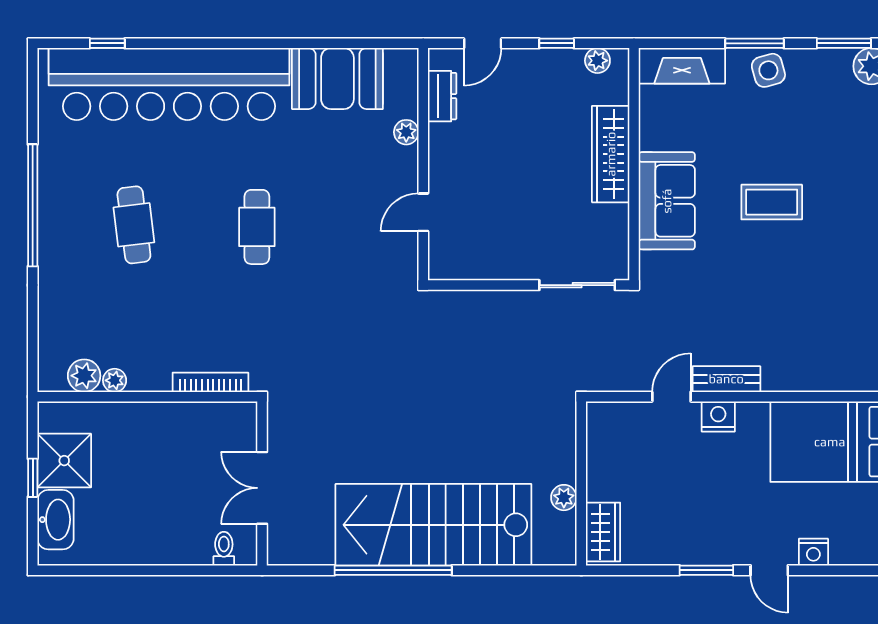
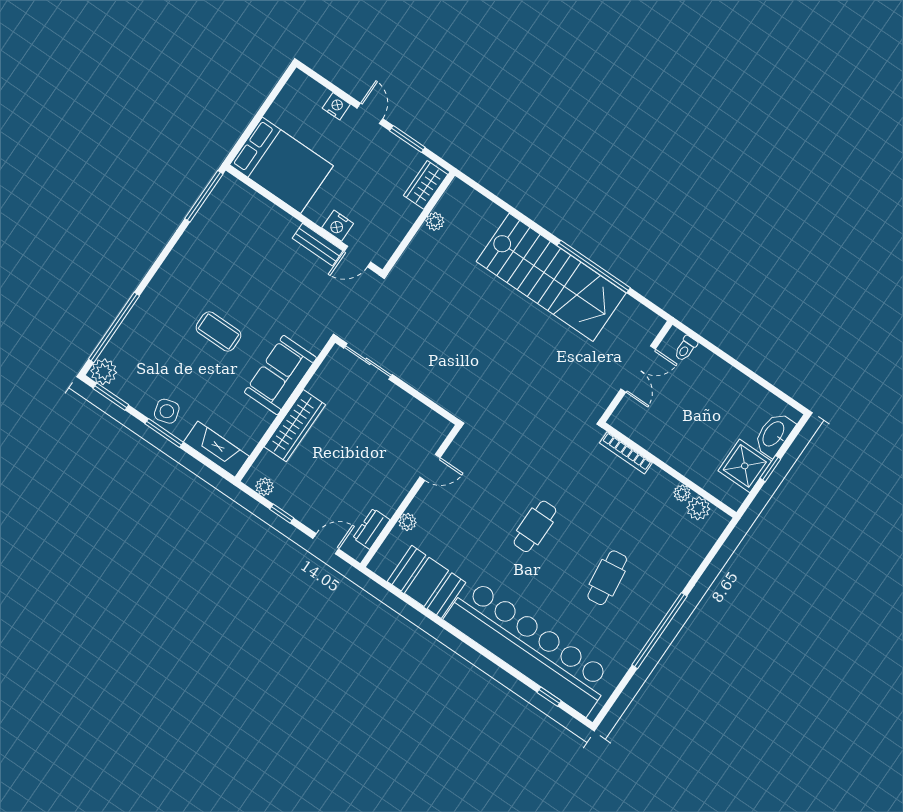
wall: (581, 483) -> (419, 223), moved
plant: (564, 498) -> (435, 221), moved
wardrobe: (603, 532) -> (426, 185), moved

